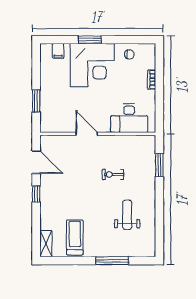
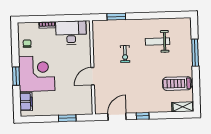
filing cabinet: (58, 51) -> (26, 102), width x2.00
desk: (129, 118) -> (71, 33), moved, turned -90

